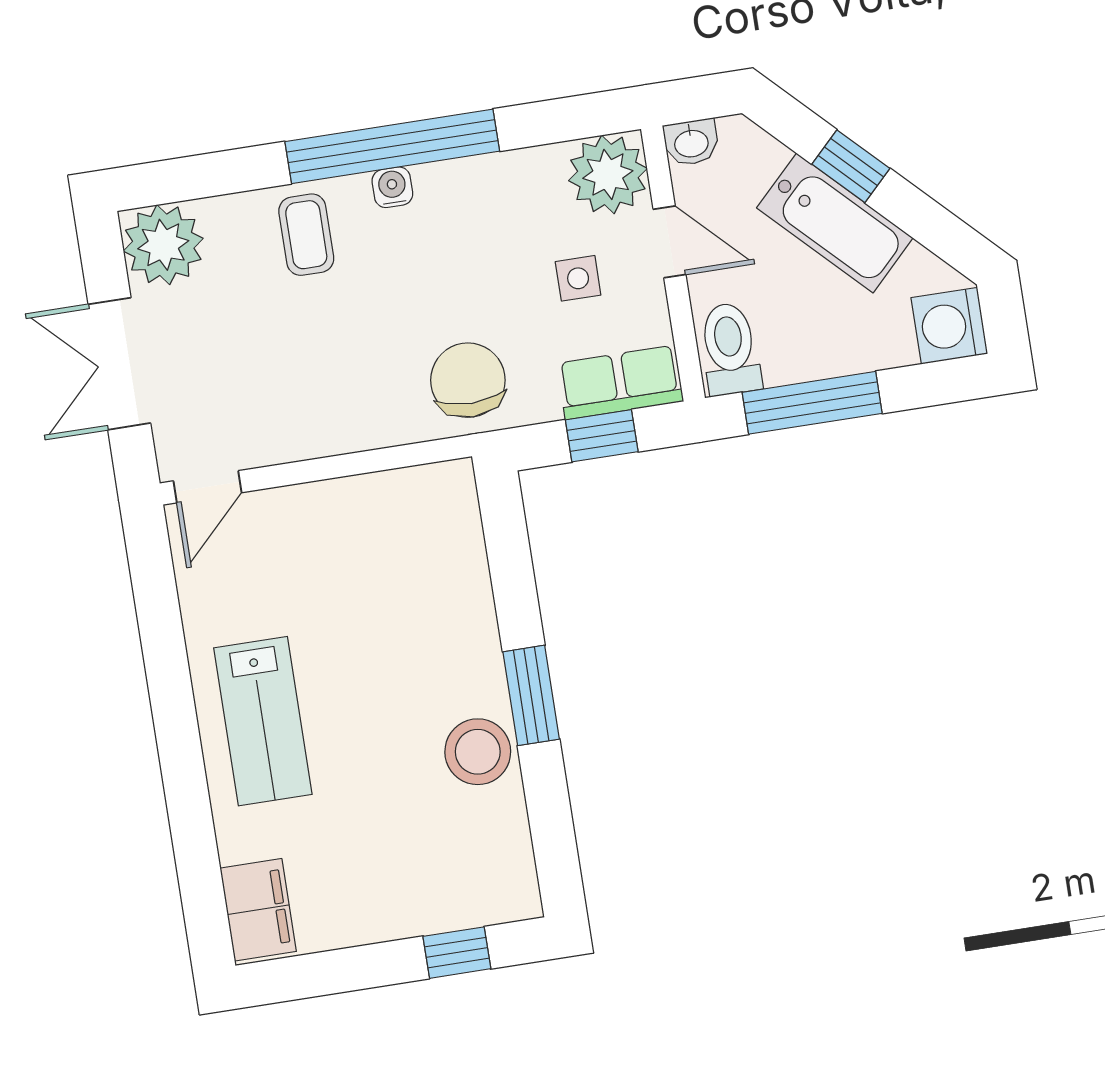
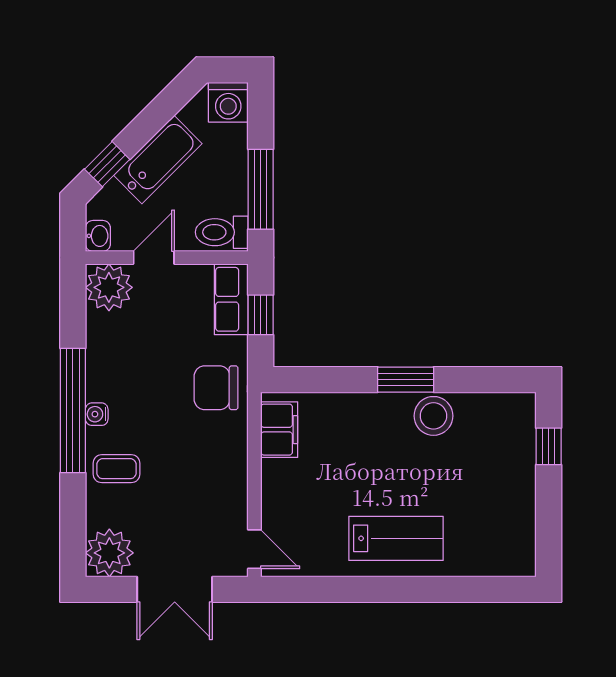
window: (851, 166) -> (107, 164), moved
side table: (578, 278) -> (167, 314), removed
filing cabinet: (258, 910) -> (279, 430), moved, turned 90

